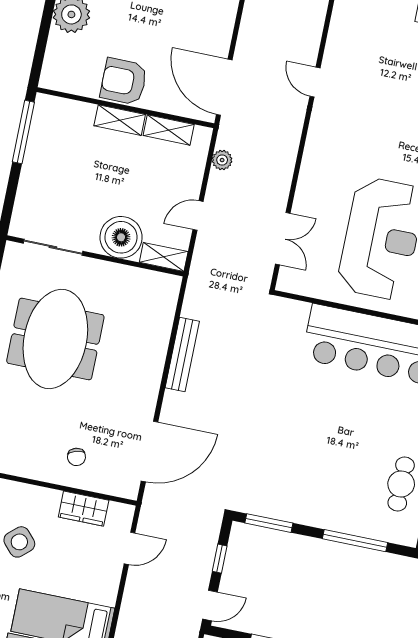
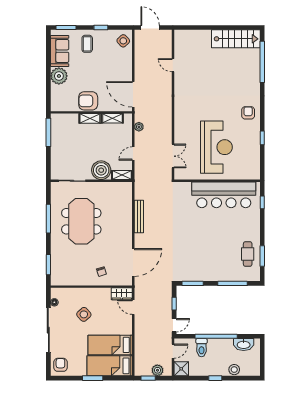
door: (315, 82) -> (173, 65), moved
wardrobe: (84, 509) -> (122, 294), moved
door: (130, 548) -> (133, 307), swing flipped

